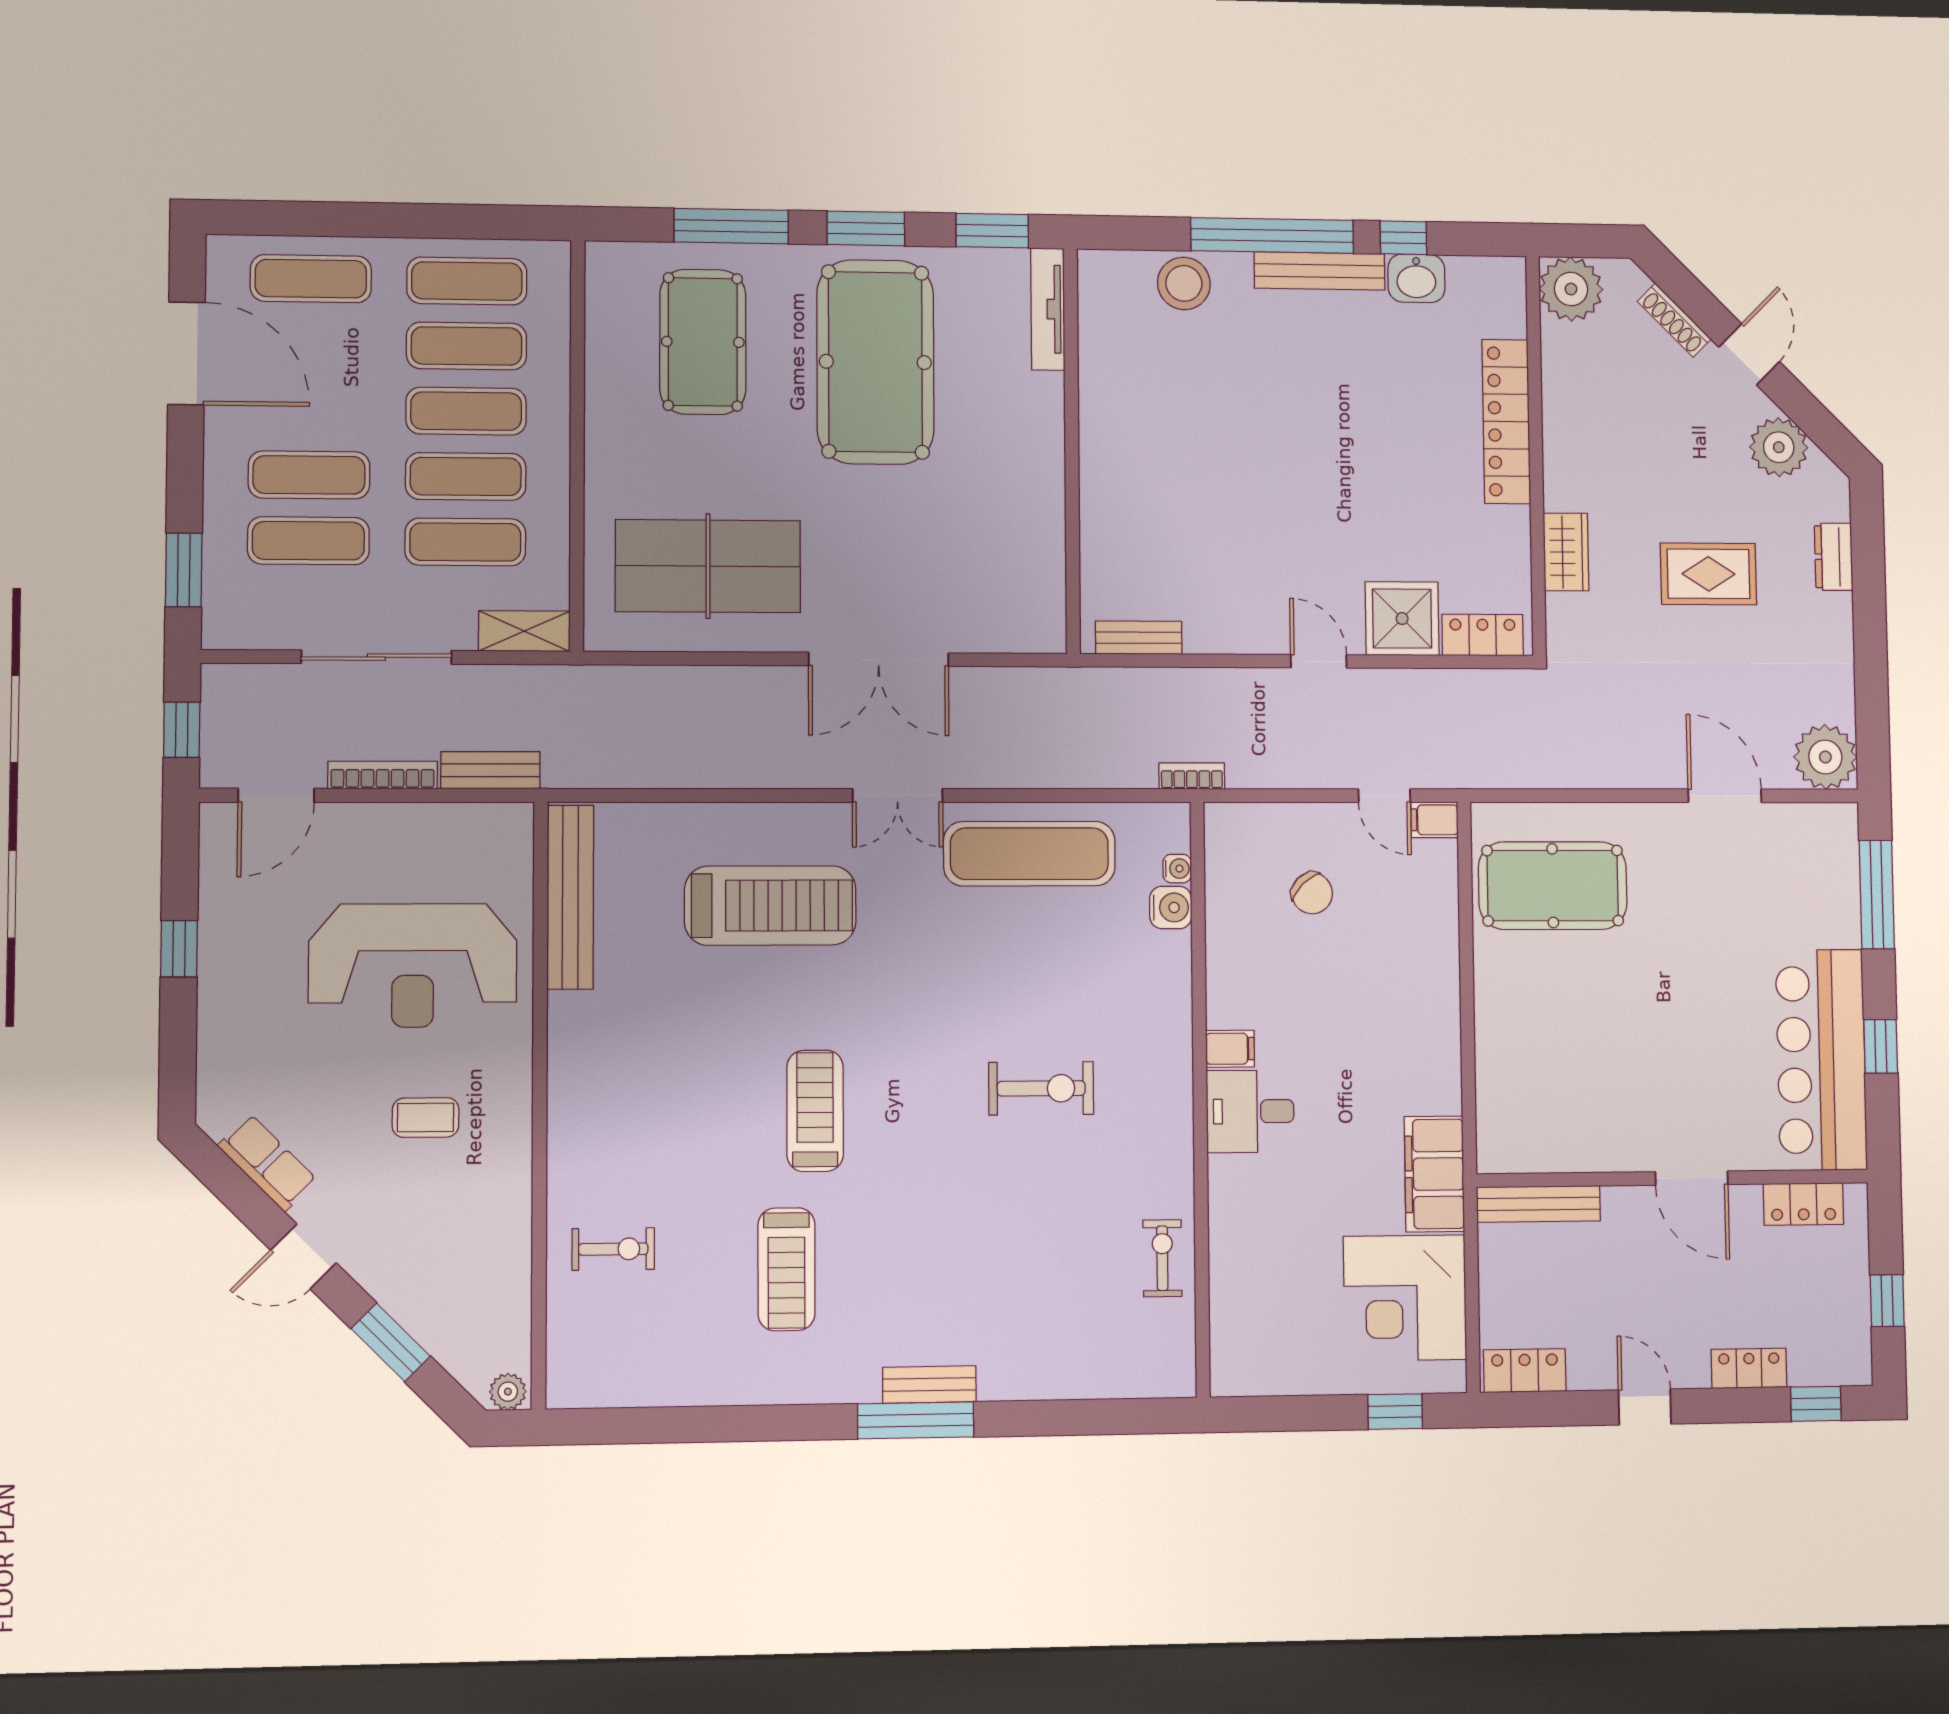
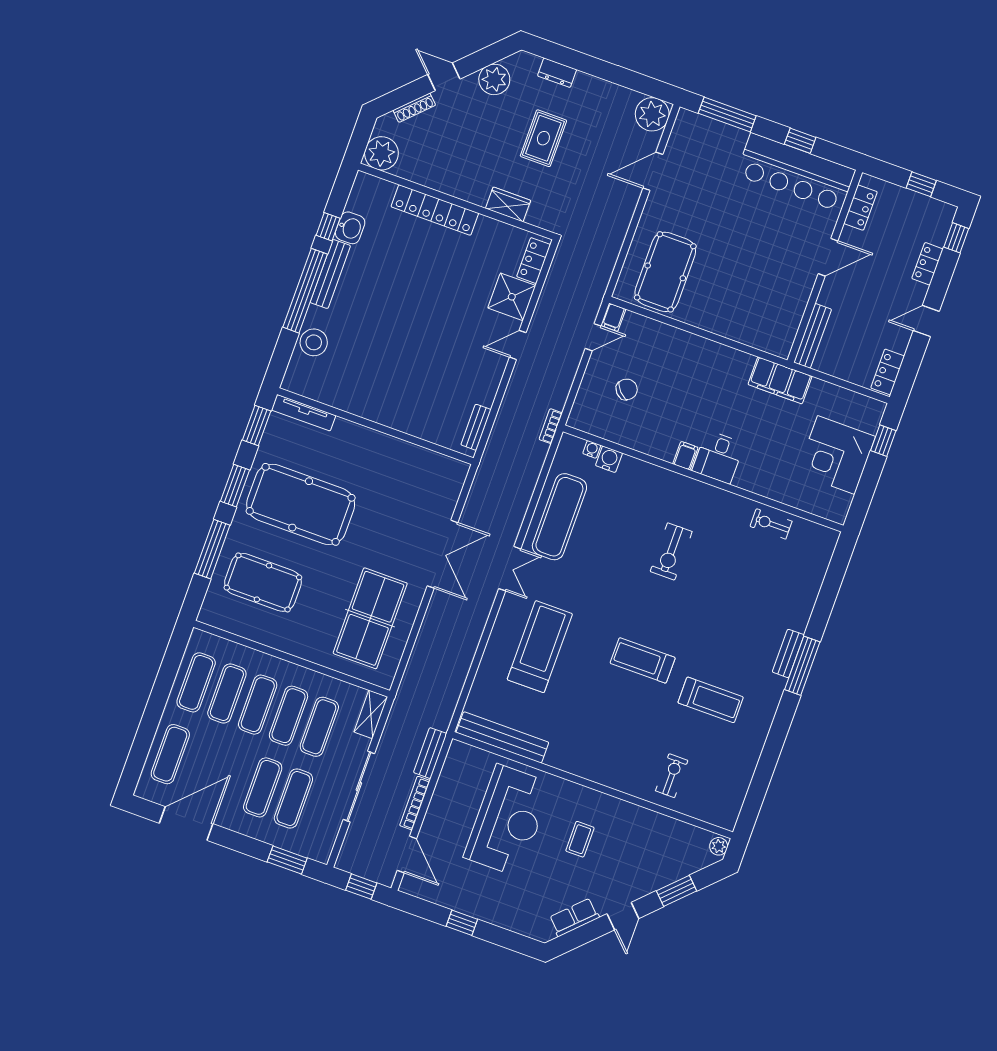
exercise bike: (1041, 1088) -> (671, 552), turned 180
corner desk: (1405, 1298) -> (836, 455), moved, turned 90

